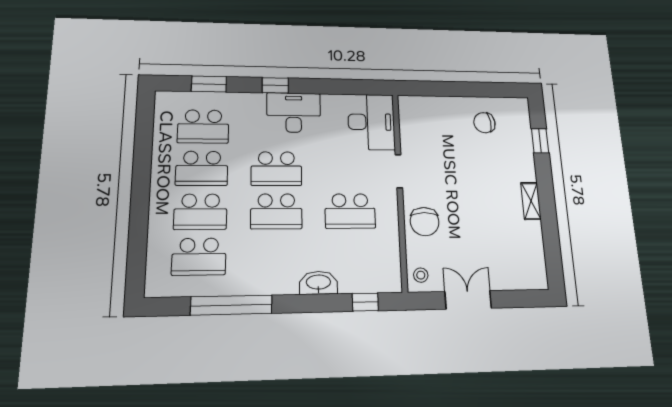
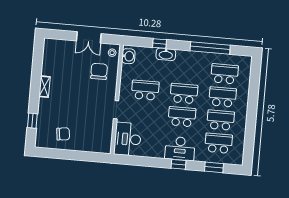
desk: (294, 113) -> (180, 149), moved
chair: (425, 222) -> (99, 71), moved
washbasin: (390, 272) -> (128, 56), added
window: (365, 302) -> (159, 43), moved

